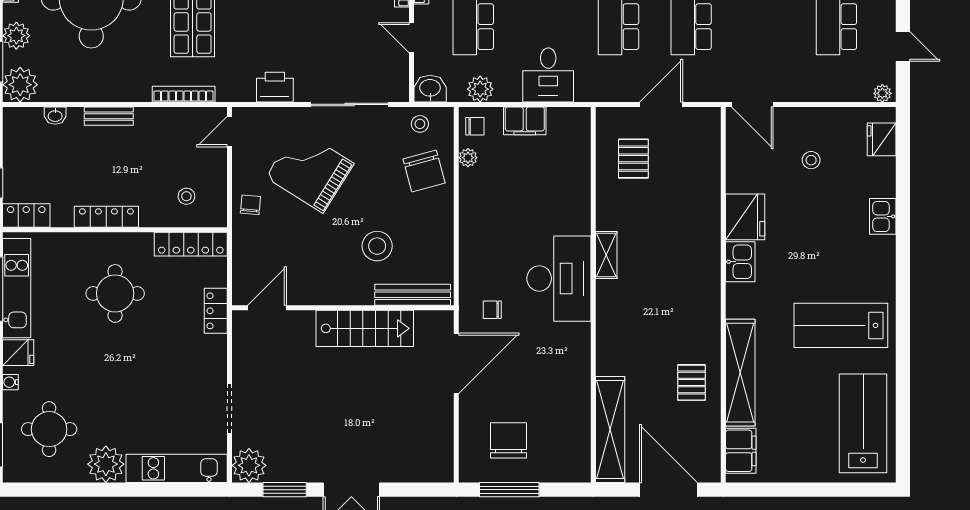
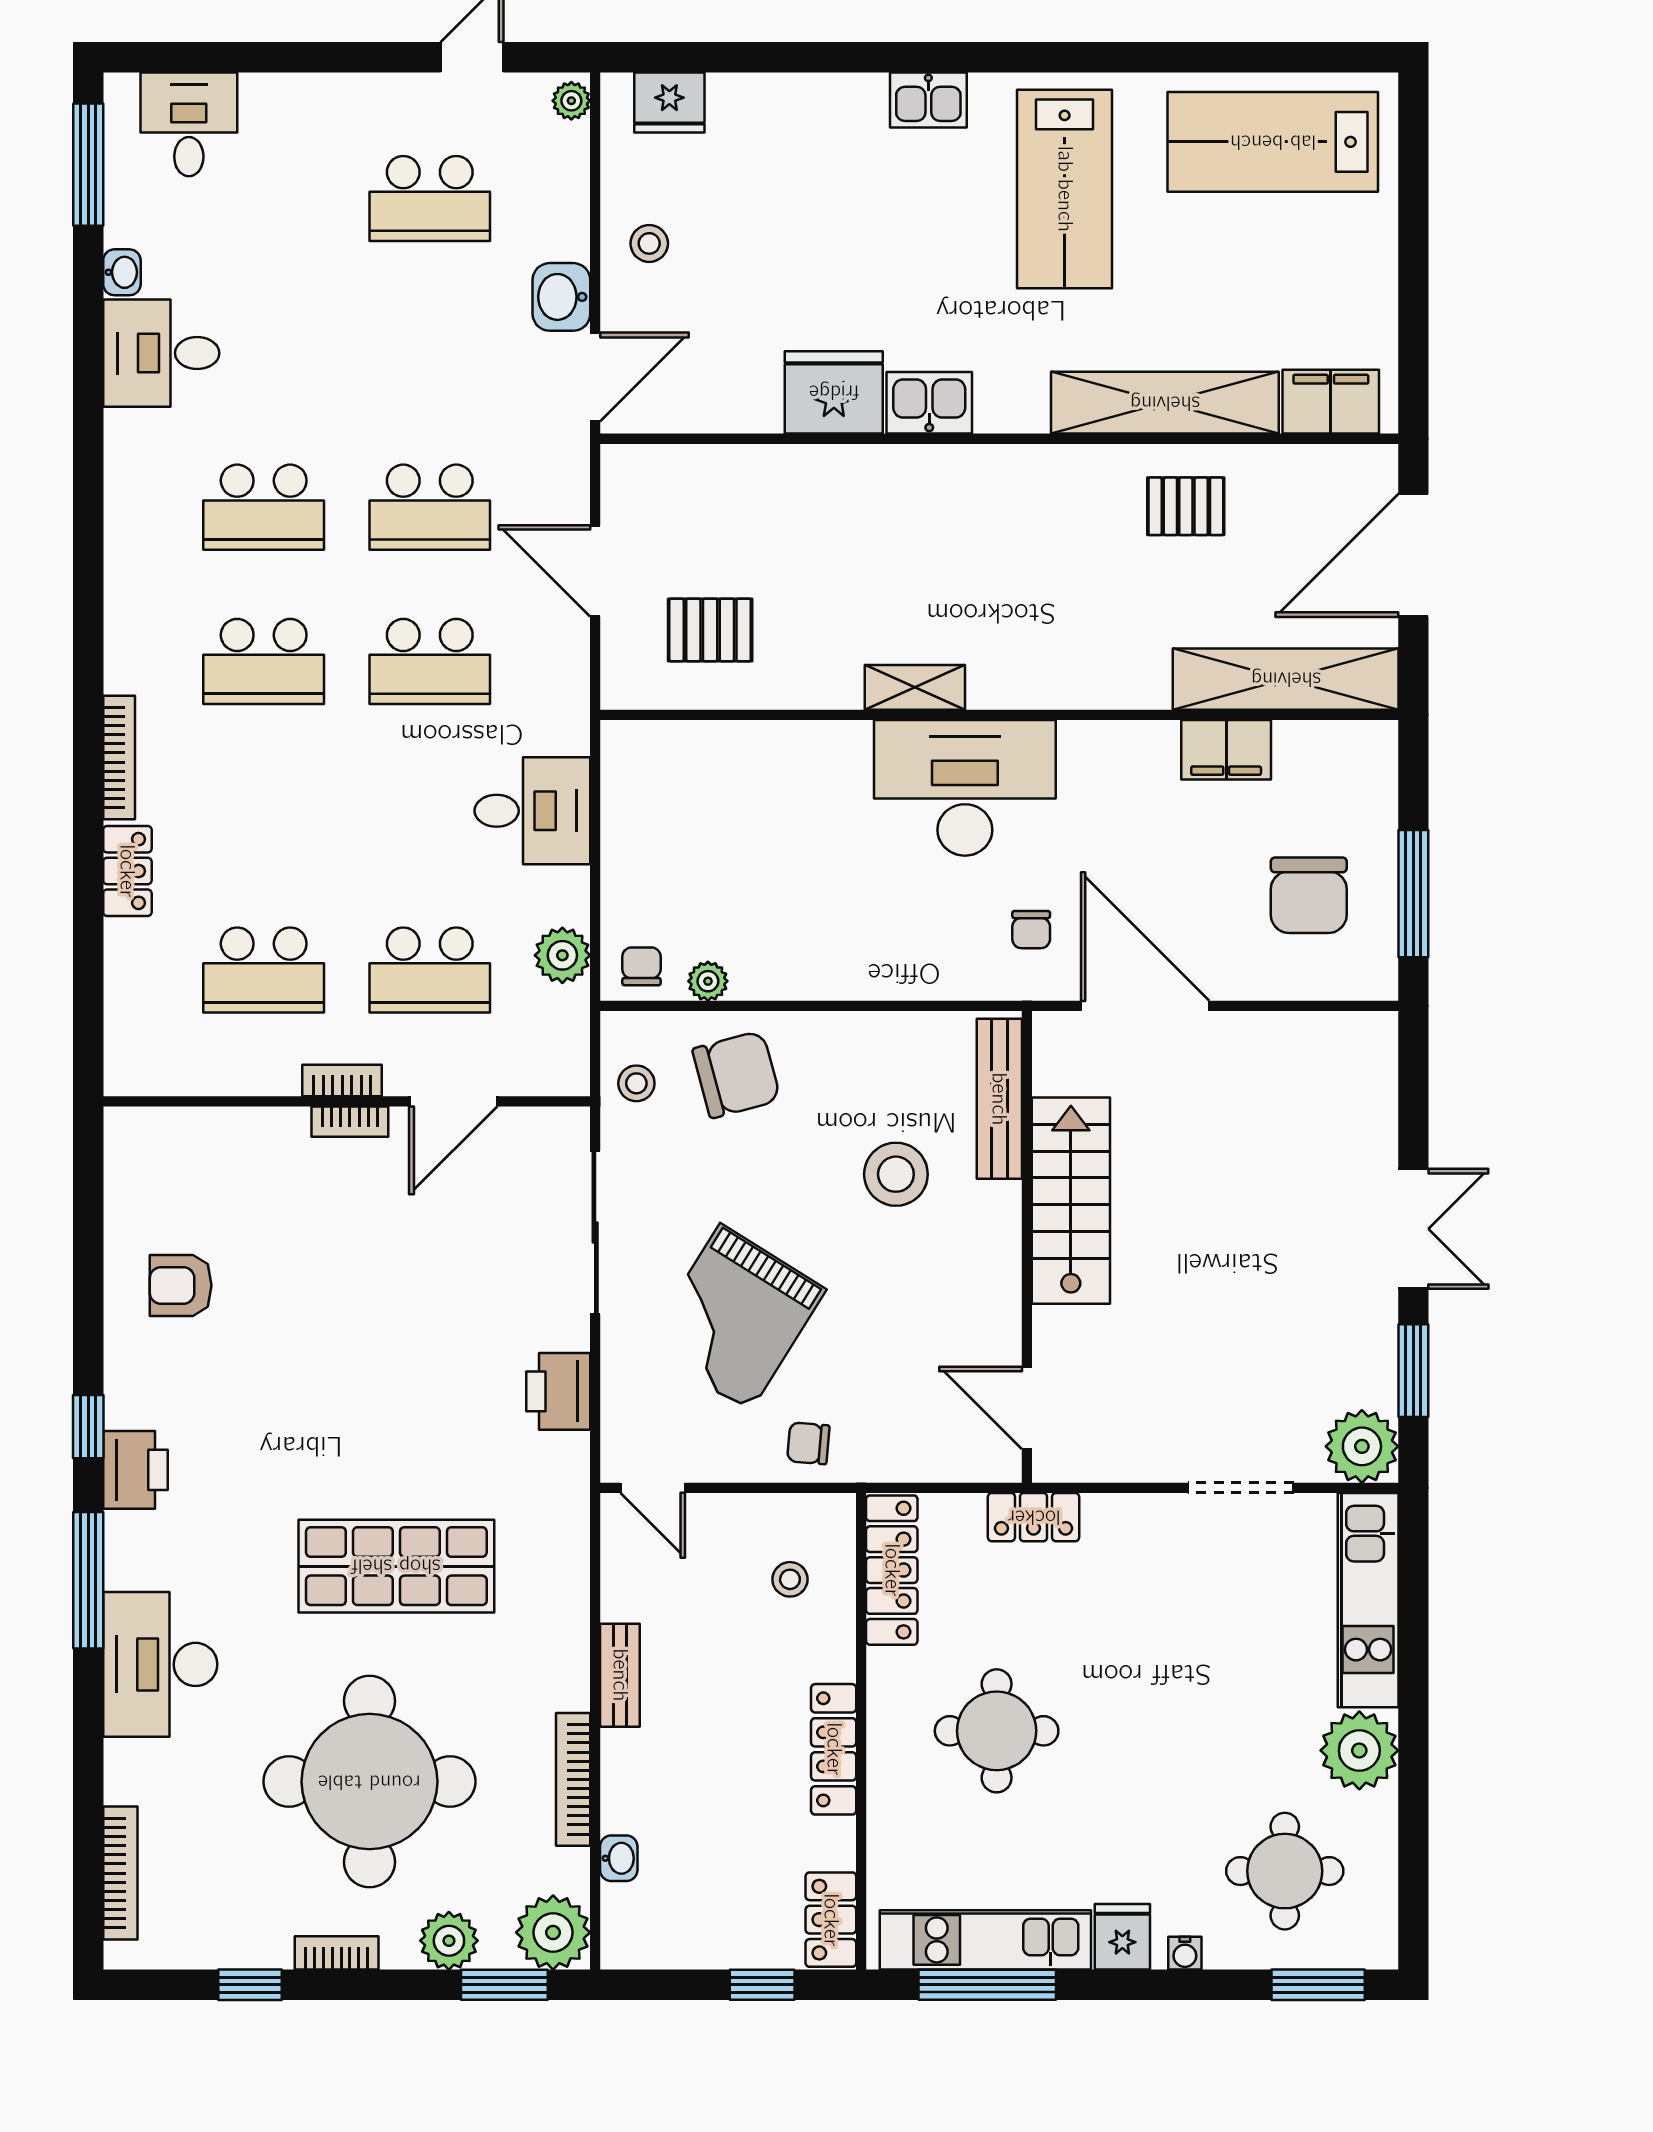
door: (411, 38) -> (453, 1101), width x1.37
washbasin: (430, 89) -> (561, 297), moved
bookcase: (184, 94) -> (573, 1779), moved
bench: (109, 116) -> (620, 1675), moved
filing cabinet: (525, 121) -> (1226, 750), moved, turned 90
stool: (811, 160) -> (649, 243), moved
kitchen sink: (883, 216) -> (928, 100), moved
chair: (508, 440) -> (1309, 895), turned -90

